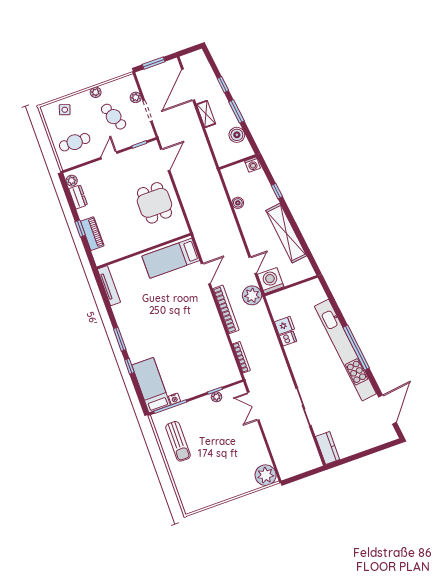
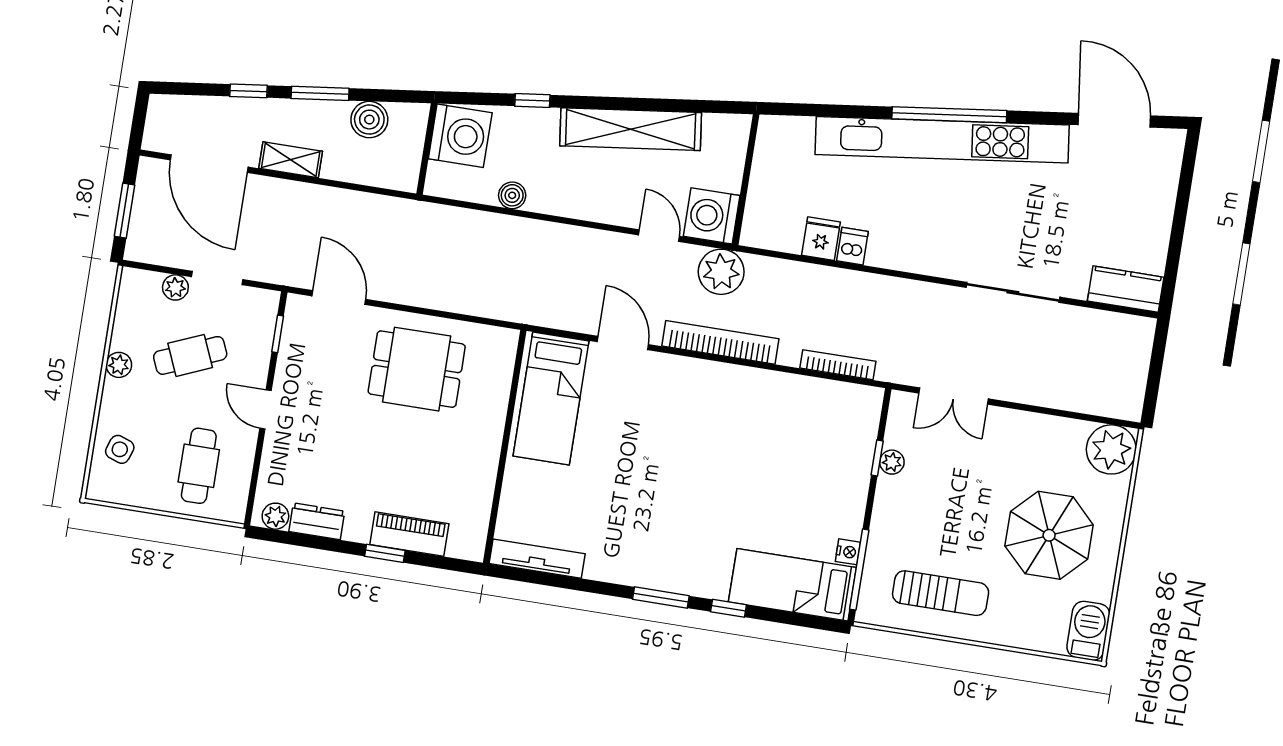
washing machine: (253, 165) -> (460, 136), width x1.89, depth x1.89
parasol: (221, 470) -> (1049, 535), added
barbecue: (194, 503) -> (1088, 631), added

